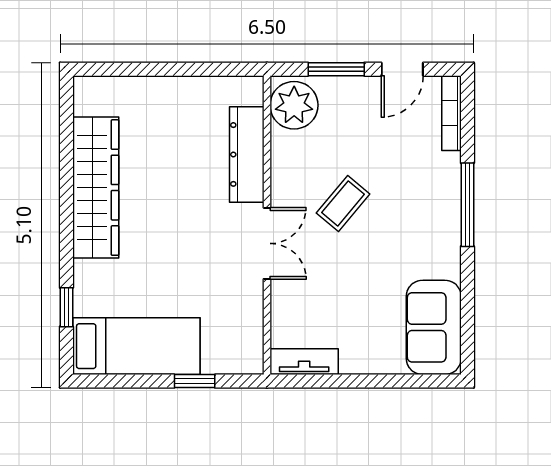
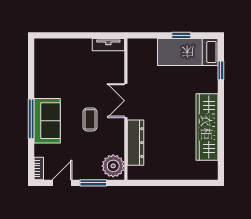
bookcase: (451, 113) -> (39, 169), width x0.64
coffee table: (343, 203) -> (90, 119), turned -40
sofa: (434, 327) -> (47, 121), moved
window: (195, 381) -> (181, 35), moved

